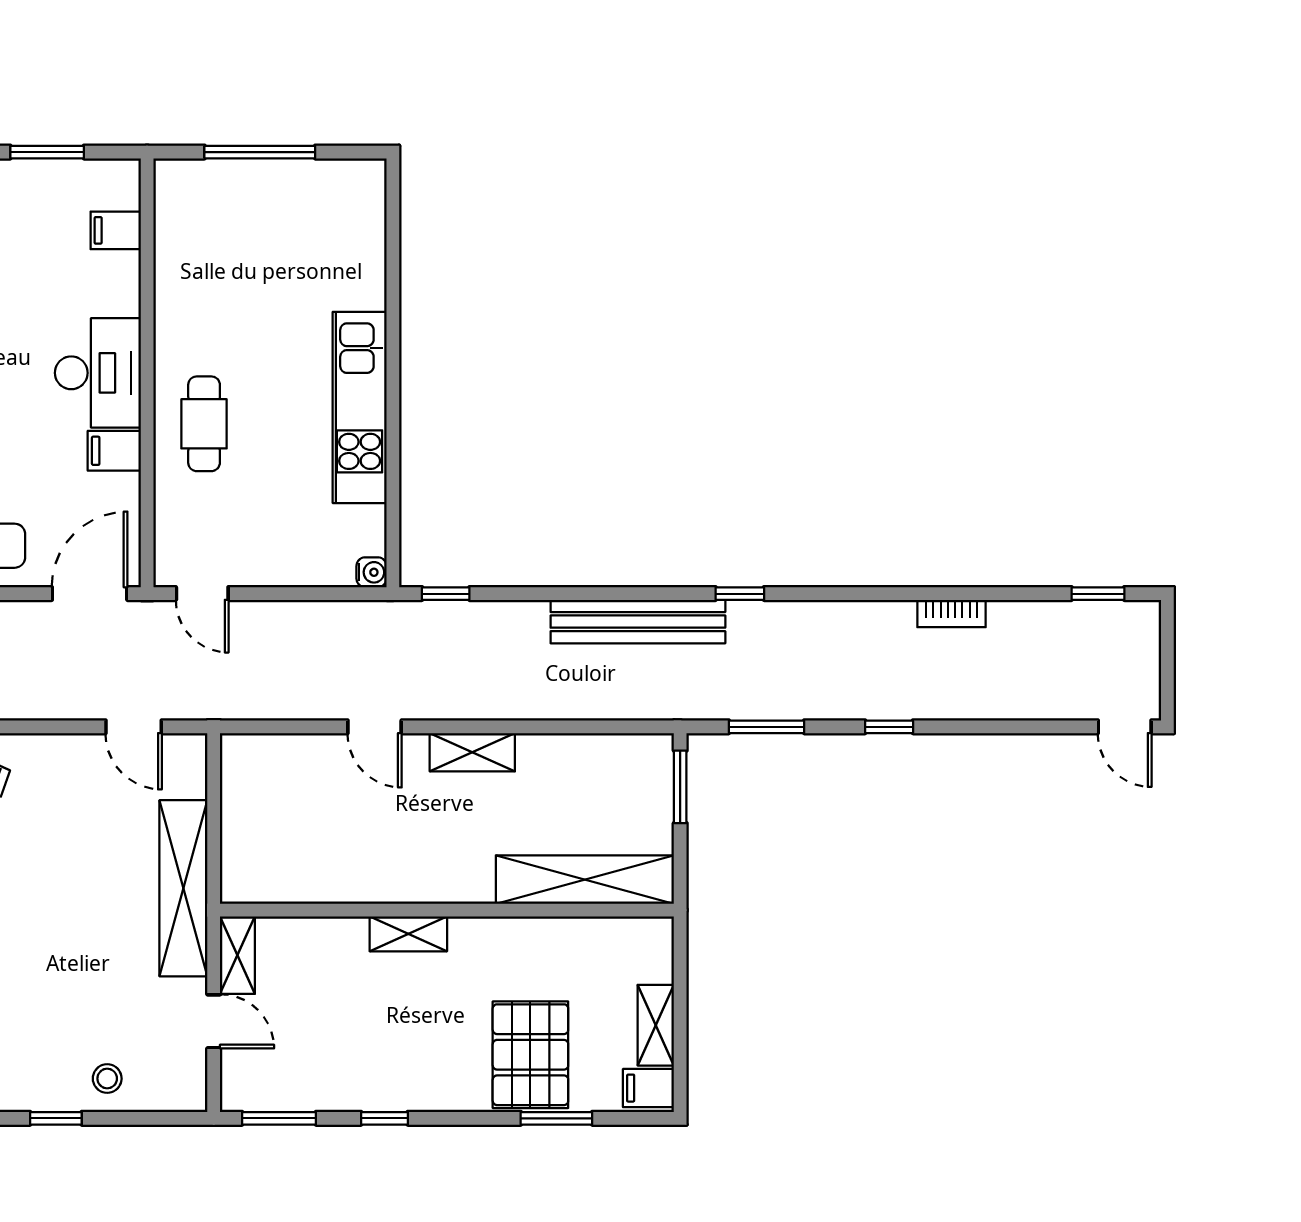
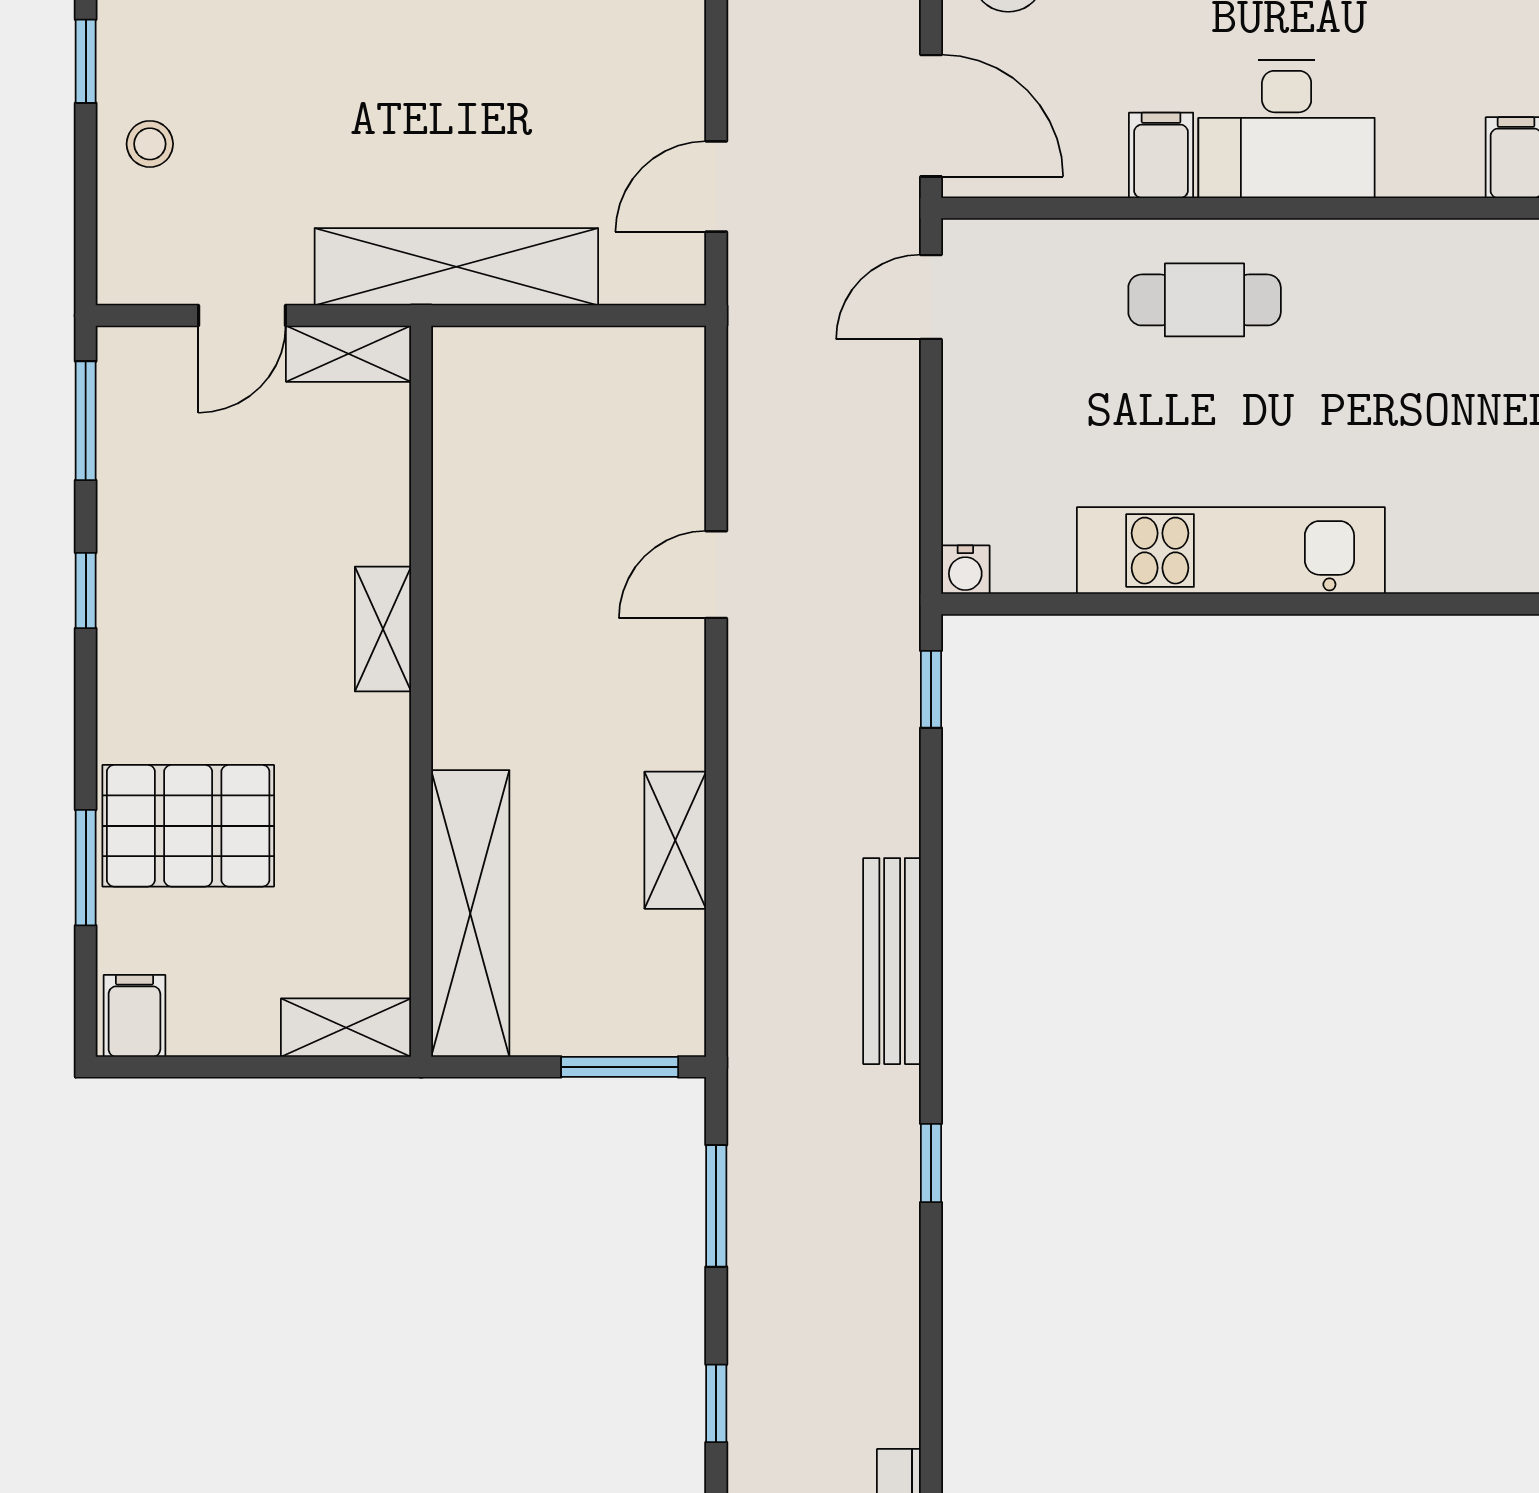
bench: (638, 622) -> (892, 961), width x0.73, depth x0.82
shelving: (472, 752) -> (675, 840), moved
shelving: (656, 1025) -> (346, 1028), moved

